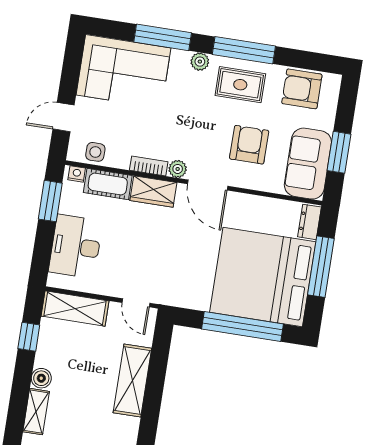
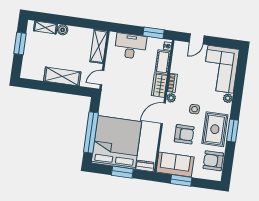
window: (163, 37) -> (238, 89), removed
window: (244, 50) -> (233, 131), width x0.69
plant: (200, 62) -> (228, 98), moved
rug: (240, 85) -> (215, 129), width x1.36, depth x1.43
armchair: (302, 89) -> (213, 161), turned -90
door: (64, 117) -> (197, 39), swing flipped
side table: (95, 152) -> (195, 109), moved
window: (321, 267) -> (122, 172), width x0.69
window: (29, 337) -> (84, 23), removed

